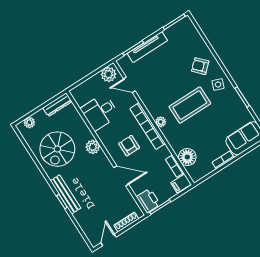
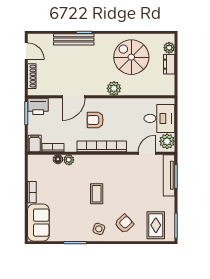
rug: (185, 39) -> (156, 225), added
tv unit: (147, 47) -> (169, 175), moved
dresser: (57, 105) -> (169, 64), moved, width x0.70
coffee table: (190, 105) -> (97, 194), width x0.54, depth x0.58
desk: (100, 112) -> (159, 118), moved, turned 90
plant: (161, 122) -> (69, 160), moved
armchair: (129, 146) -> (95, 120), turned 180
floor lamp: (187, 157) -> (58, 159), width x0.53, depth x0.53
bench: (66, 194) -> (74, 39), moved

